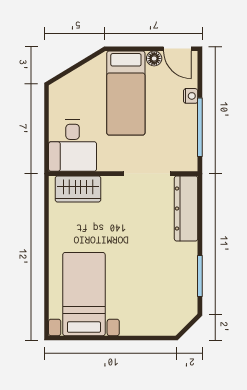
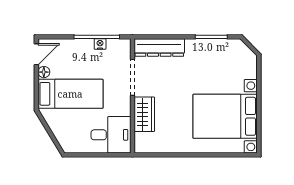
nightstand: (191, 96) -> (100, 44), moved
wardrobe: (78, 189) -> (144, 114), moved
bed with nightstands: (84, 294) -> (225, 116), width x1.36

